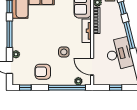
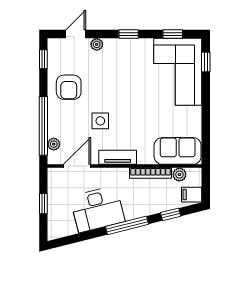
tv unit: (87, 31) -> (118, 157), moved
window: (9, 34) -> (129, 34), width x0.46
armchair: (43, 72) -> (69, 87), turned 180

